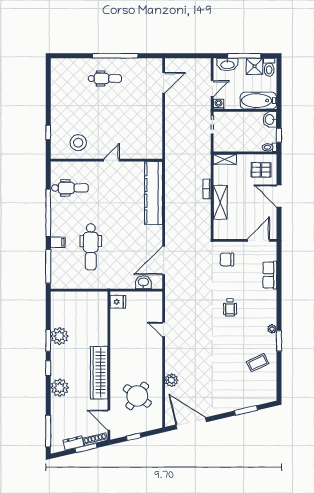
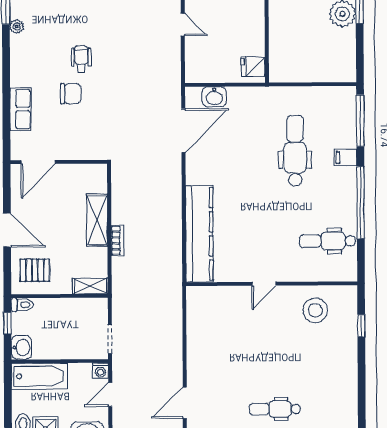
chair: (227, 260) -> (71, 94), moved

